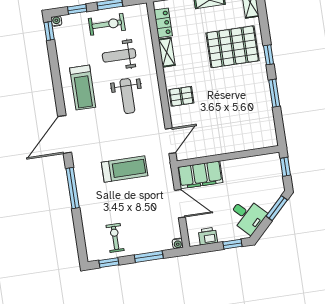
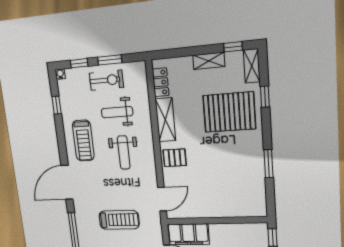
window: (49, 31) -> (57, 105), moved
shelving: (167, 52) -> (165, 120), width x1.50, depth x1.33
window: (269, 55) -> (265, 97), moved

